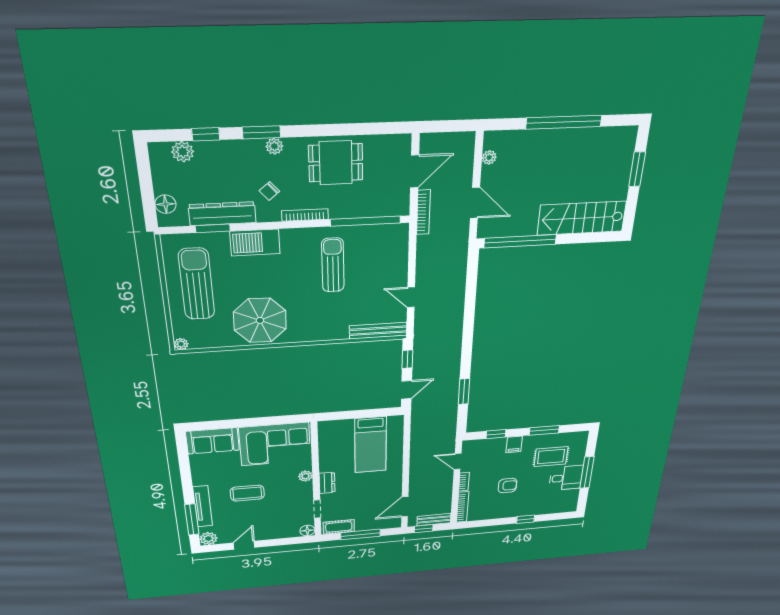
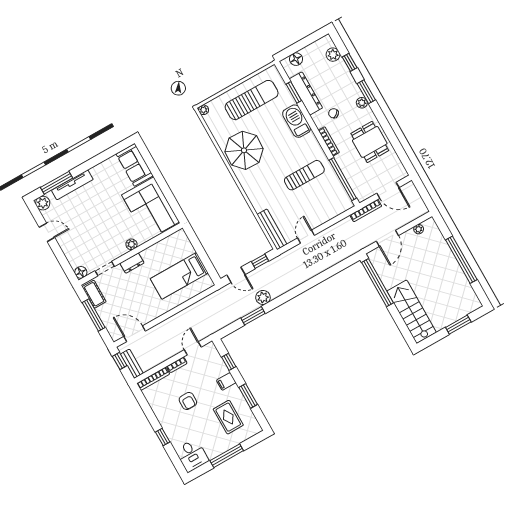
plant: (451, 373) -> (263, 297), added
desk: (566, 478) -> (192, 455), moved
coffee table: (247, 493) -> (98, 211), removed

